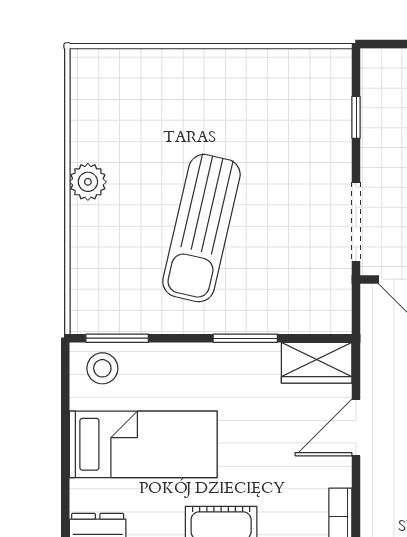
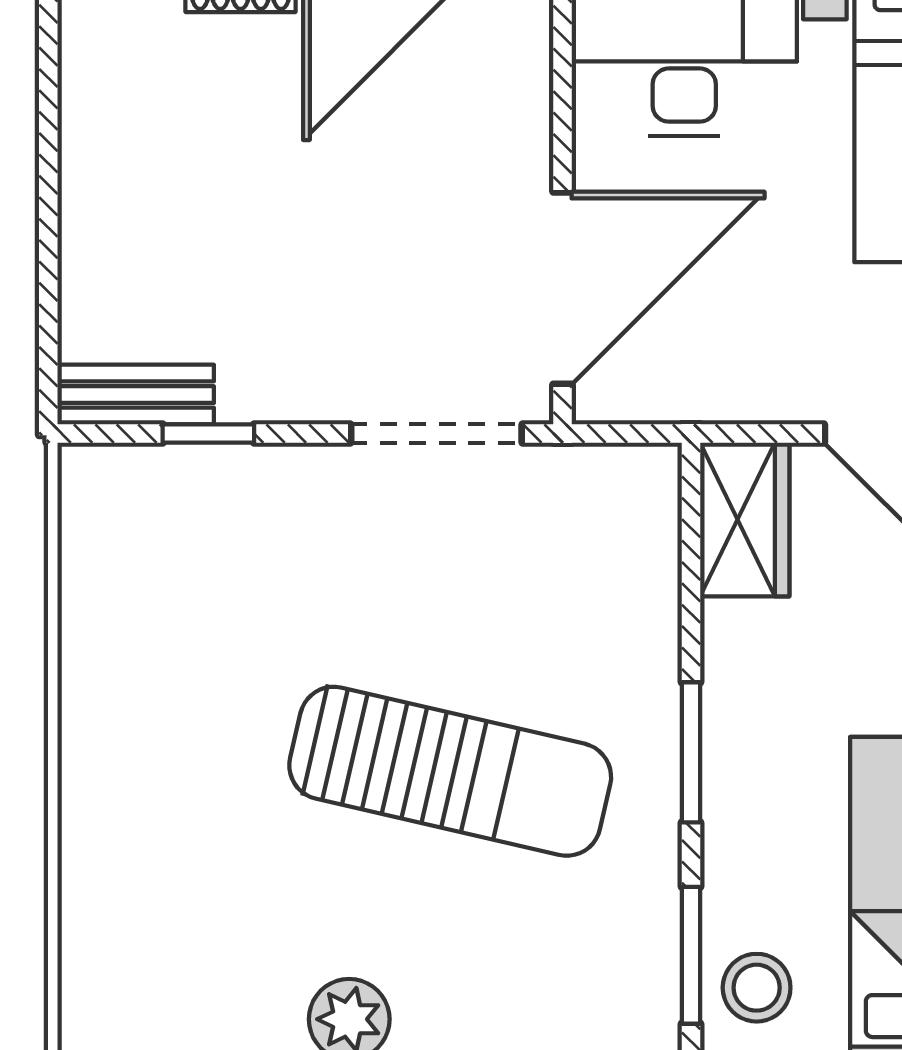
bench: (374, 84) -> (136, 395), added
window: (245, 338) -> (691, 752), moved

